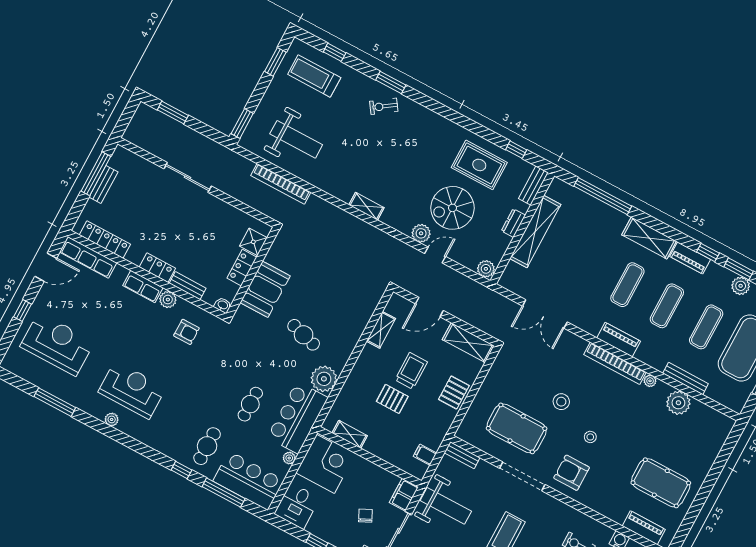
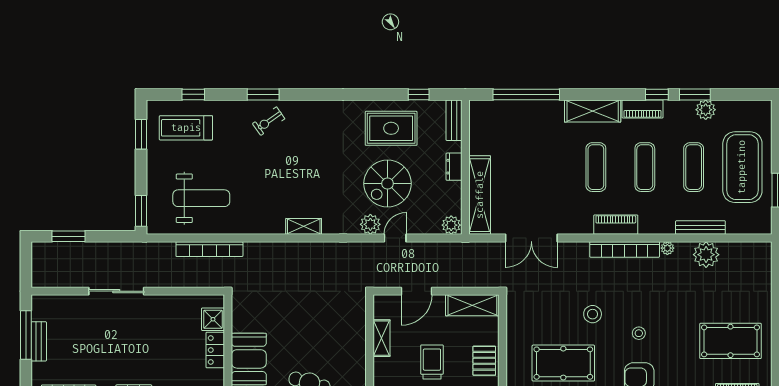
shelving: (535, 232) -> (480, 195), moved

